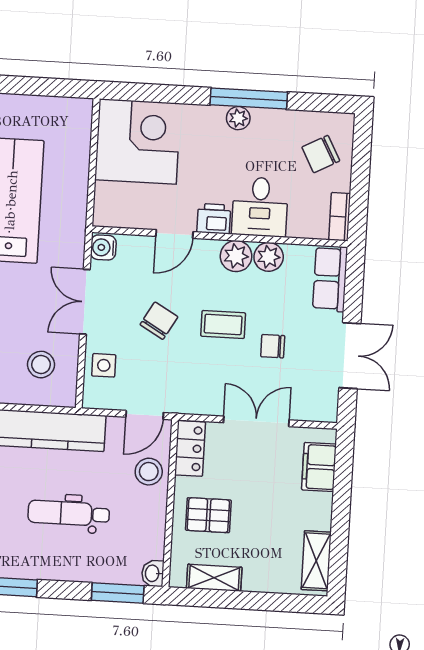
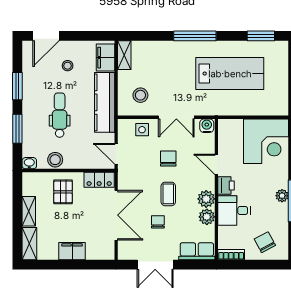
double door: (85, 302) -> (176, 117), swing flipped
chair: (159, 321) -> (168, 159), turned -120
double door: (256, 421) -> (116, 215), width x1.37
filing cabinet: (319, 467) -> (72, 251), moved
stool: (149, 472) -> (55, 160), moved
shelving: (316, 561) -> (29, 244), moved, turned 90
shelving: (214, 578) -> (29, 211), moved
window: (118, 593) -> (17, 129), moved

